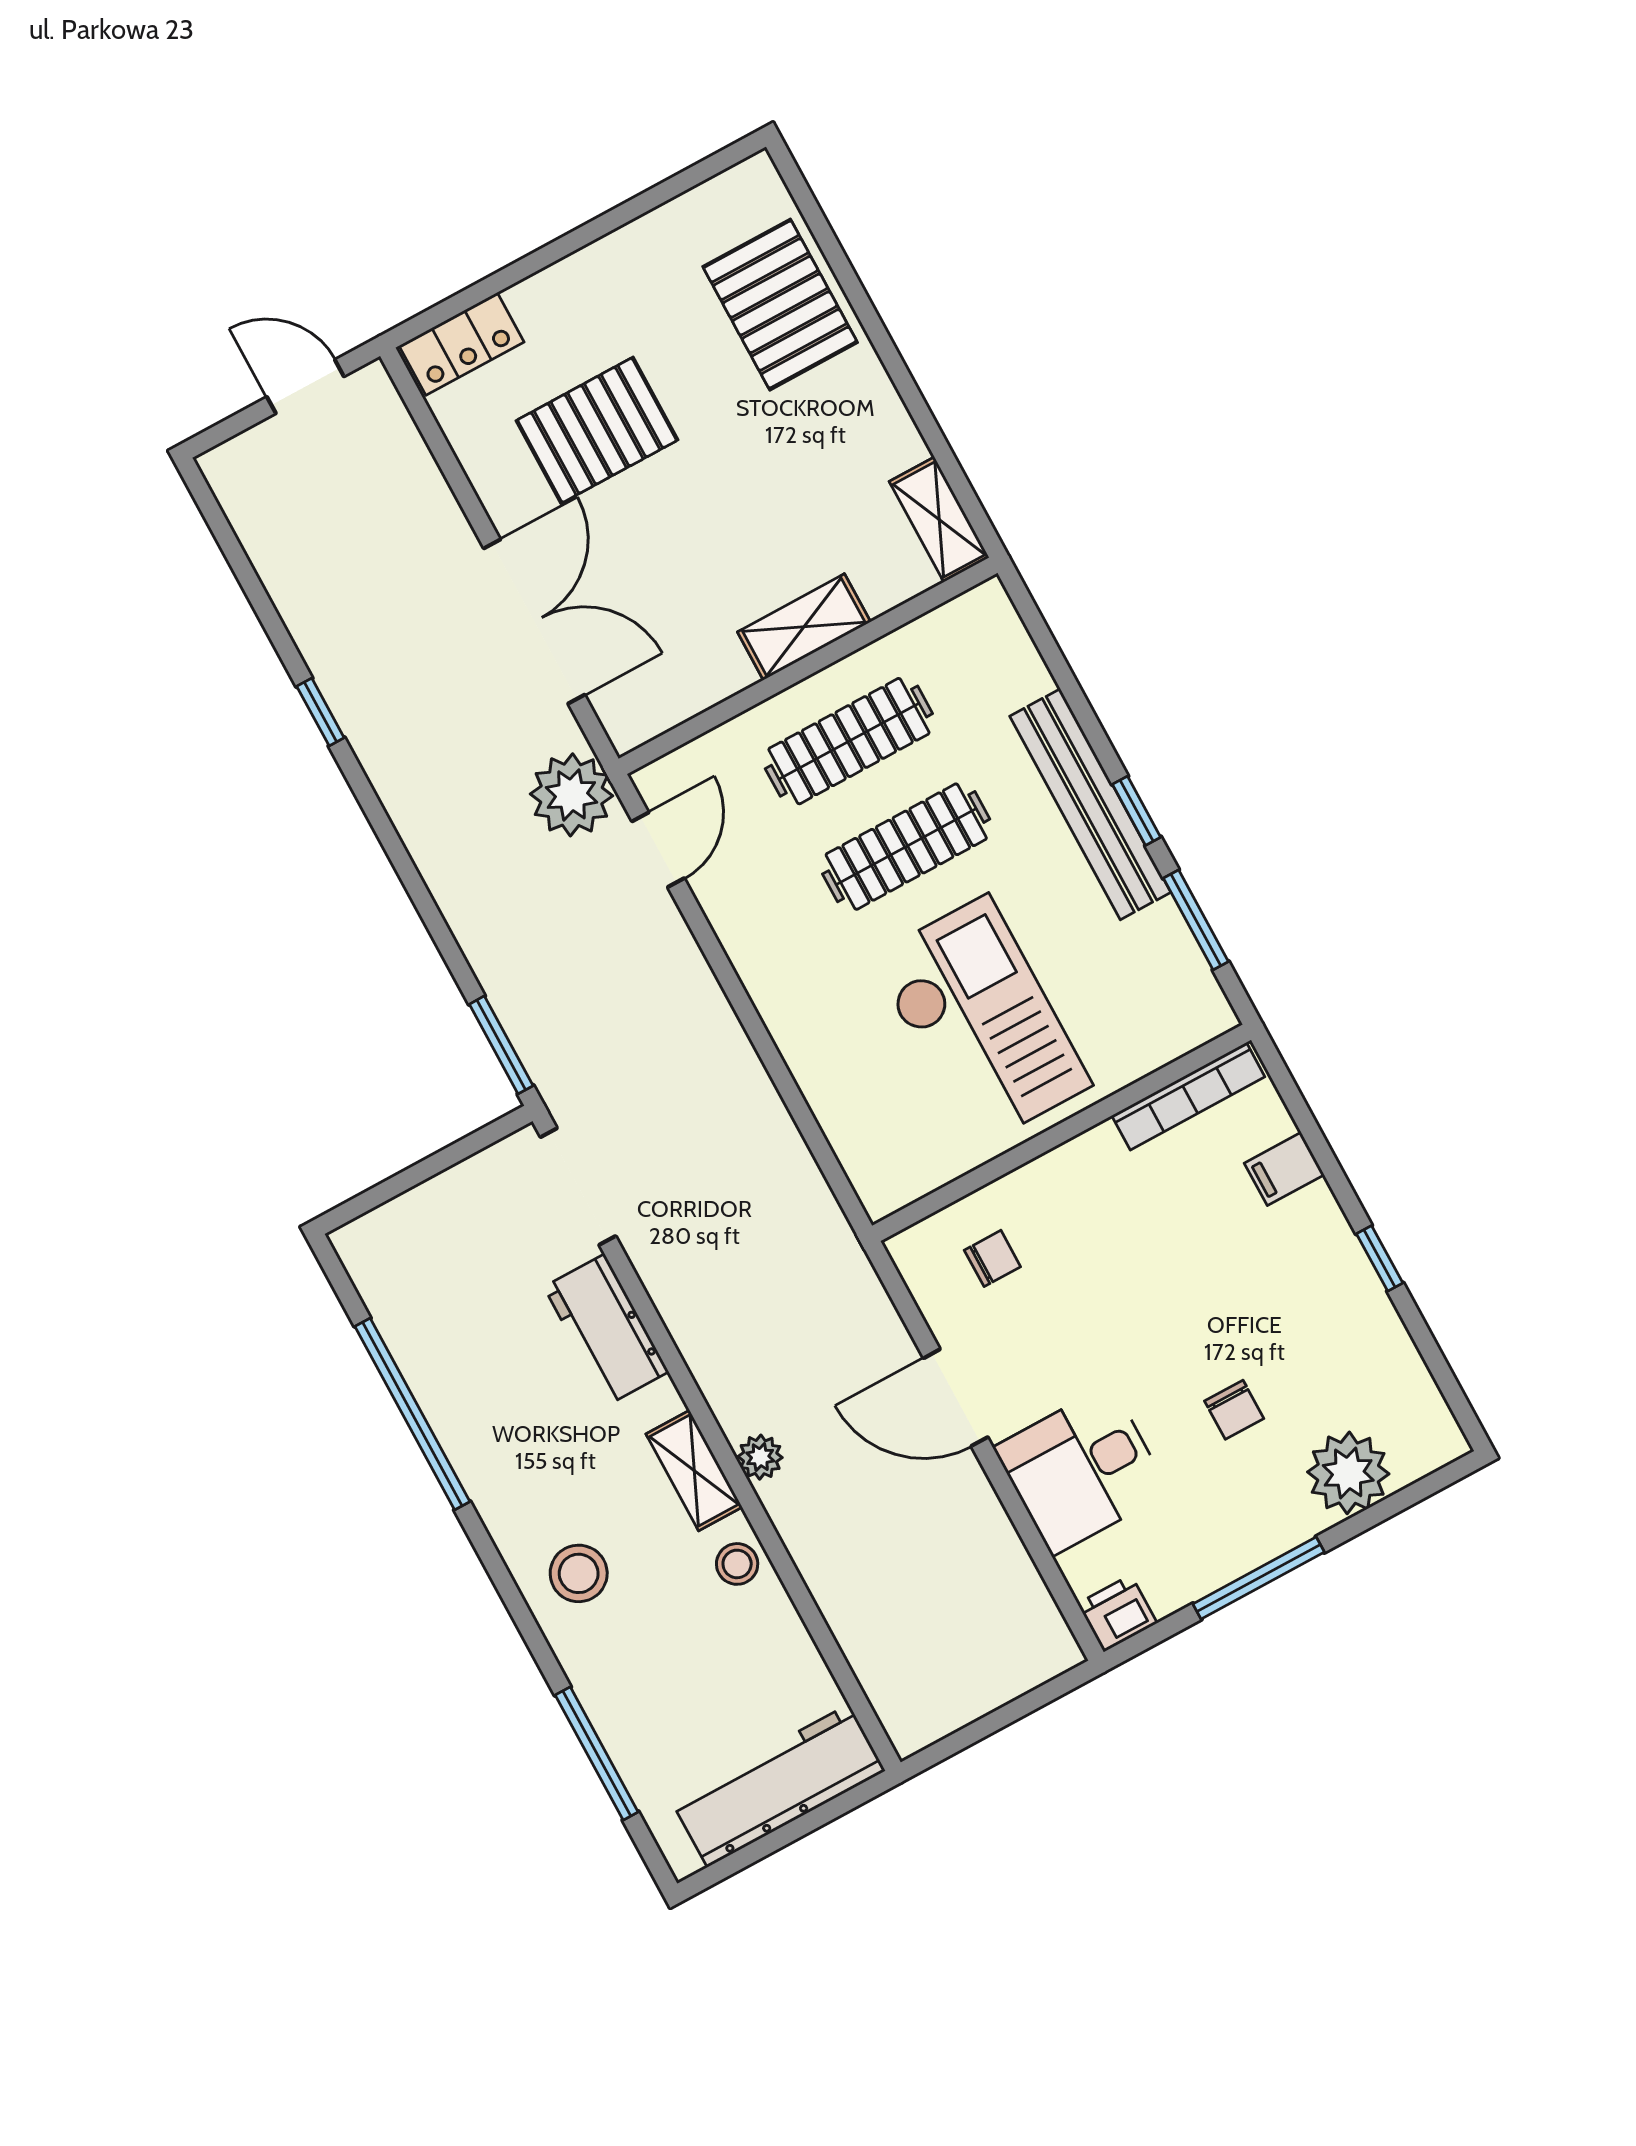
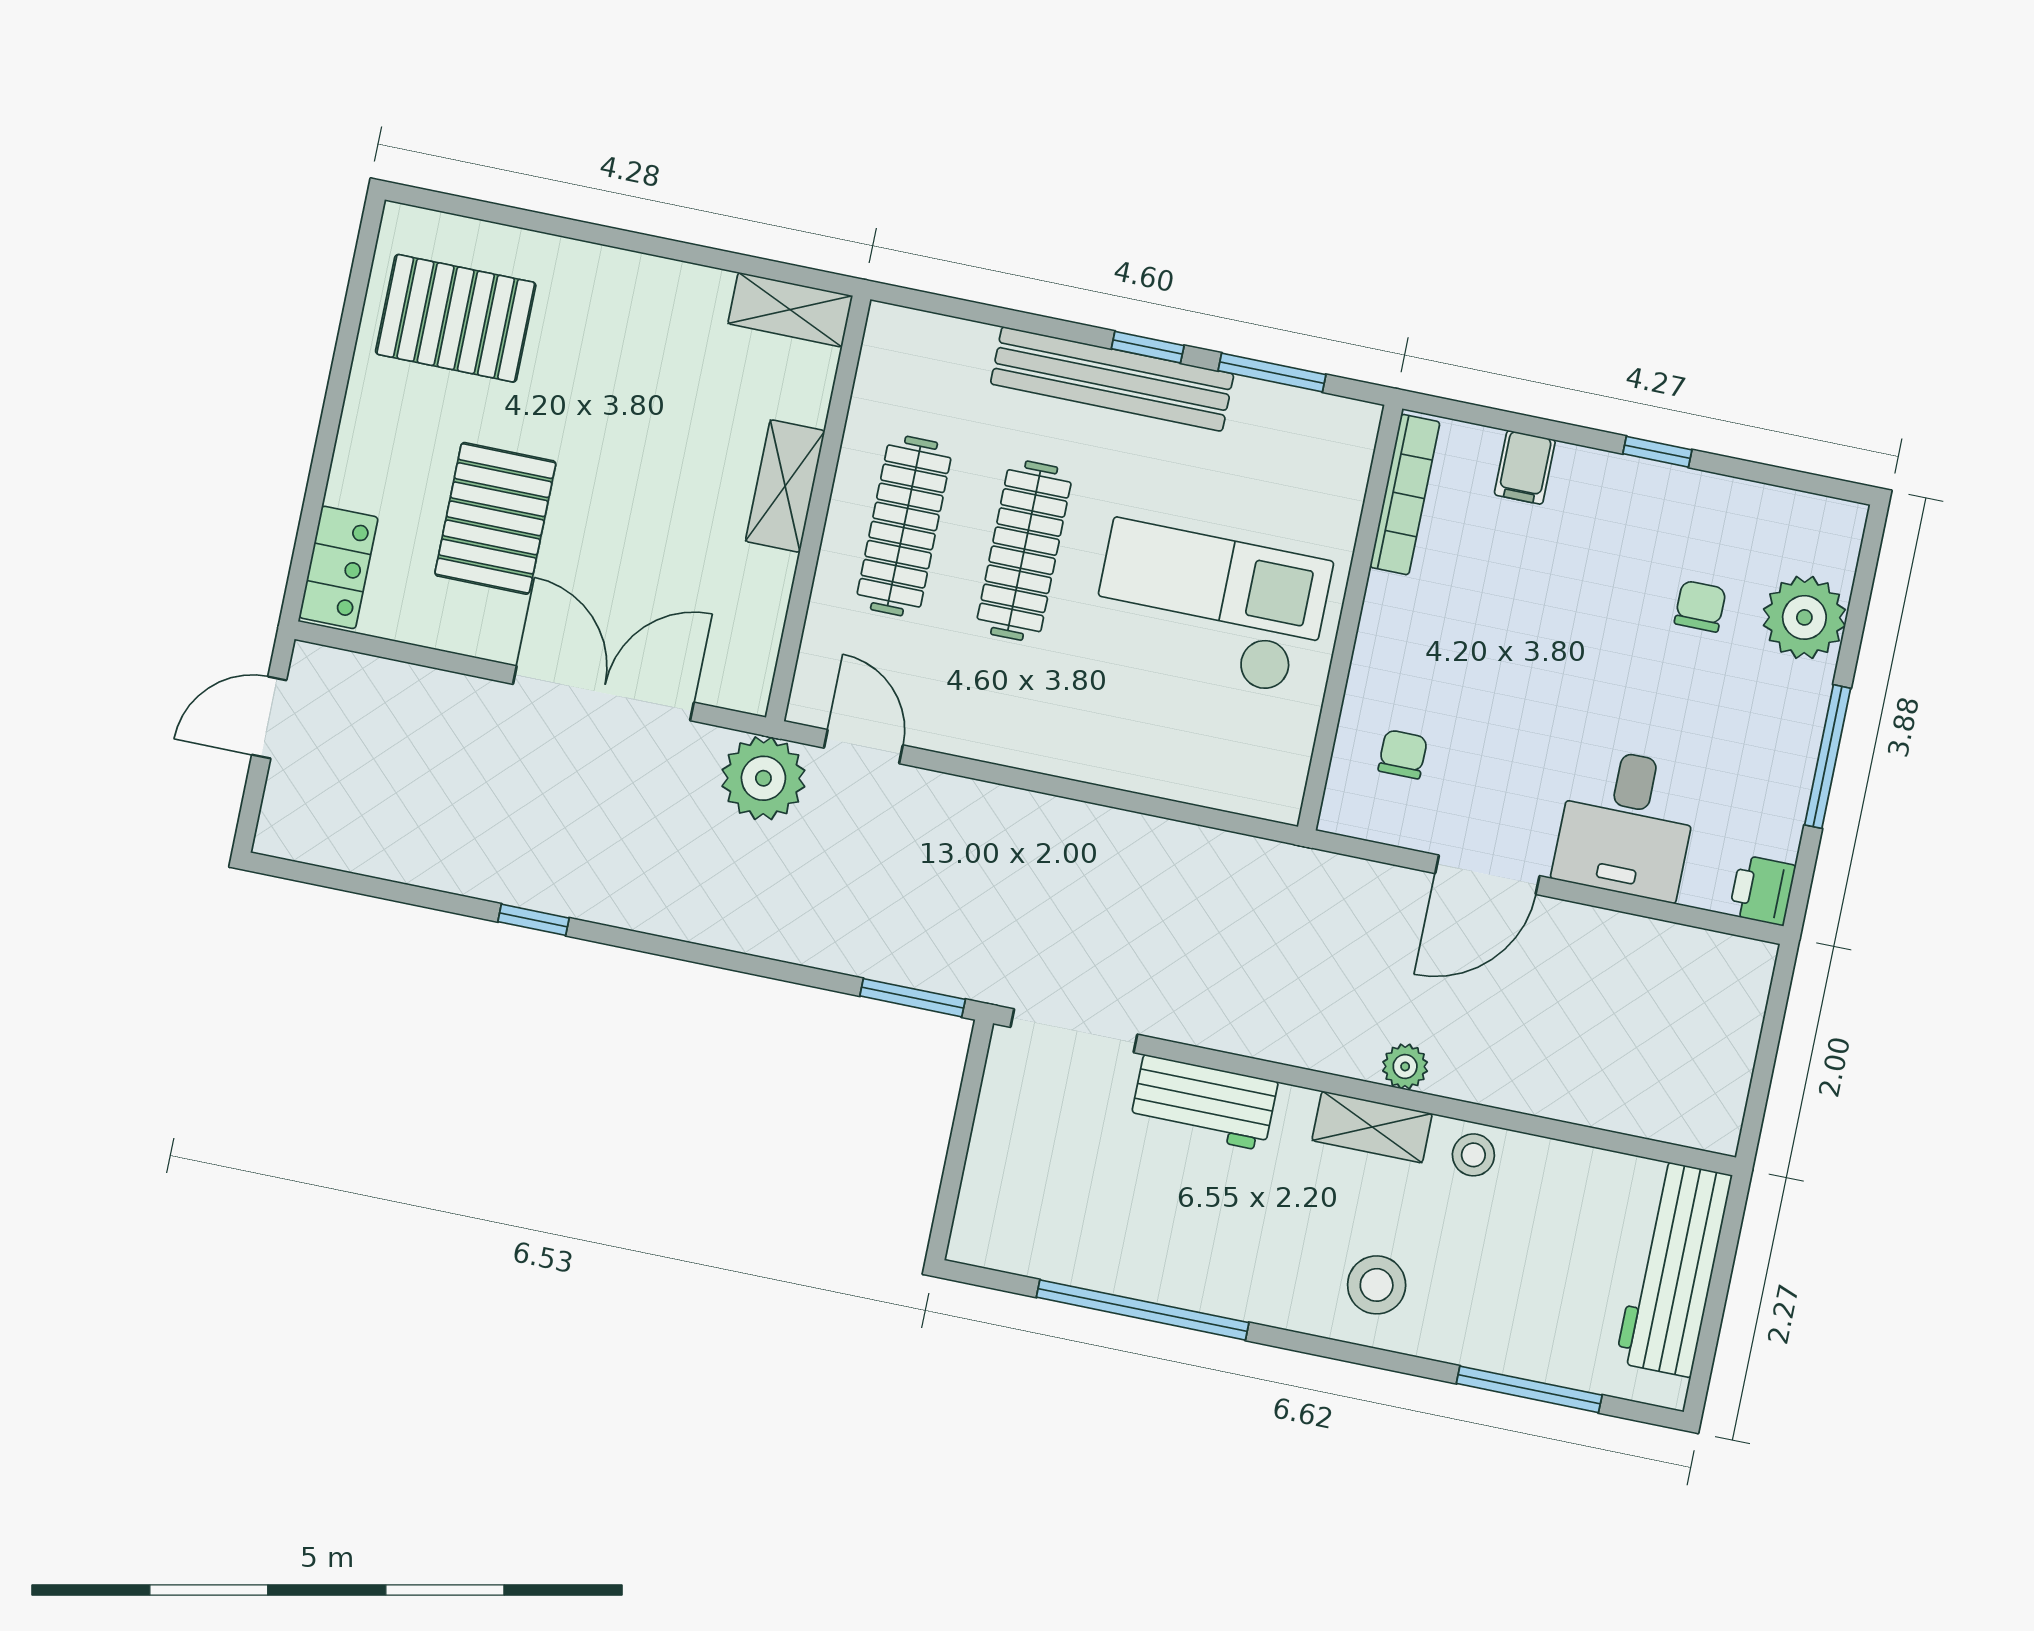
pallet: (780, 305) -> (456, 318), moved
chair: (1234, 1410) -> (1700, 606), moved, turned -90

